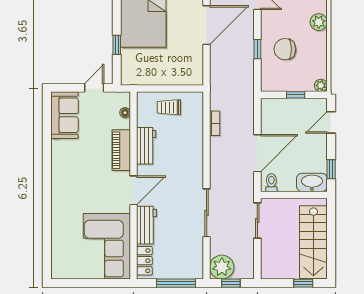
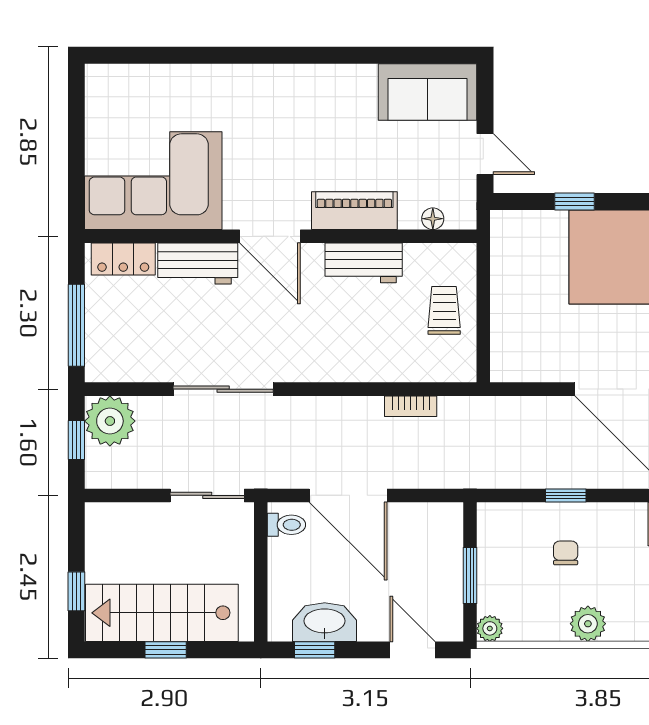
plant: (319, 22) -> (588, 624), moved
chair: (285, 49) -> (566, 553), width x0.54, depth x0.54
window: (296, 95) -> (470, 575), width x1.50
washbasin: (312, 182) -> (325, 622), moved, turned -90
window: (331, 240) -> (166, 650), added

